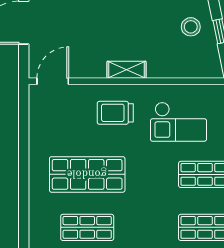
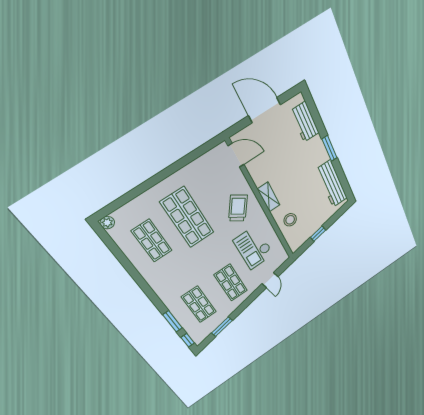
stool: (191, 27) -> (290, 220), moved
trolley: (115, 113) -> (238, 208), turned 34

